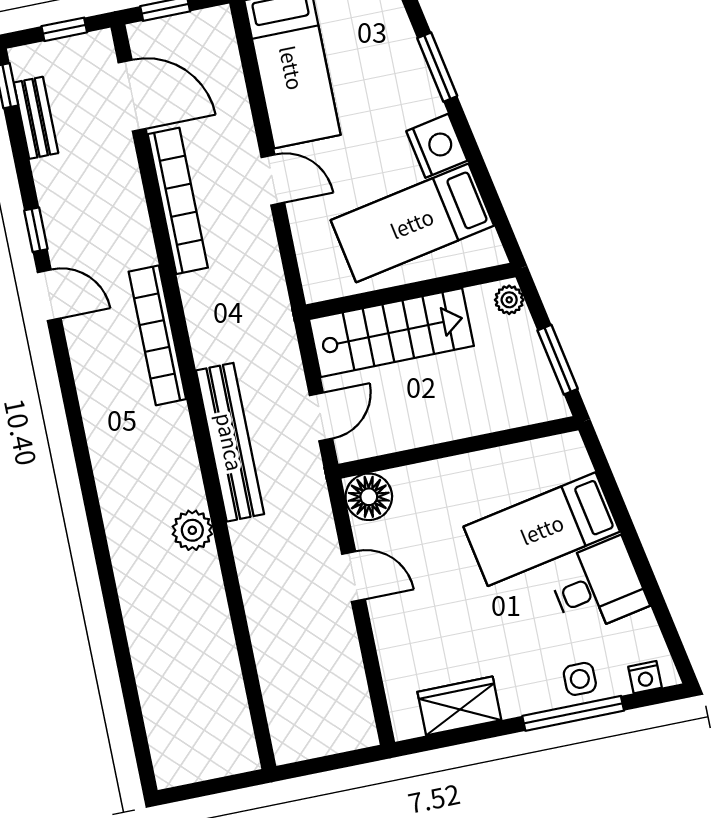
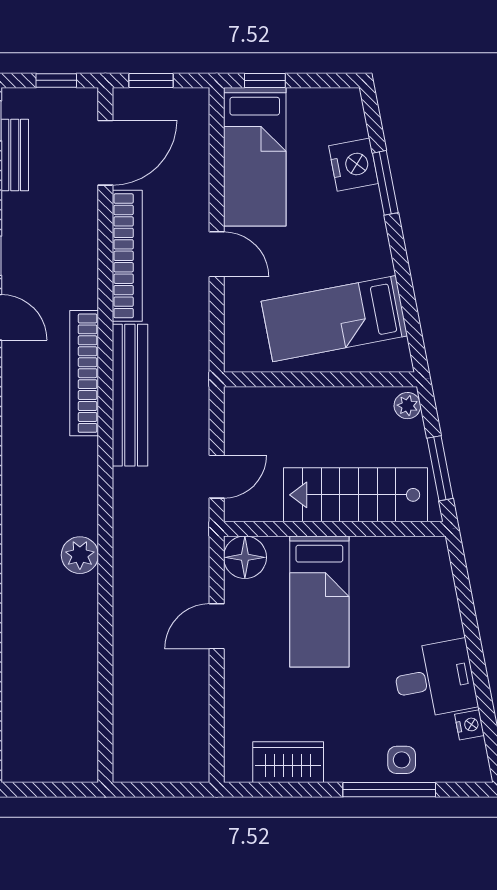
door: (132, 96) -> (105, 153), hinge flipped
nightstand: (437, 146) -> (353, 165), moved
stairs: (391, 333) -> (356, 495), moved, turned 180
bench: (230, 442) -> (130, 395), moved
bed: (542, 529) -> (319, 602), moved, turned -79
door: (354, 577) -> (217, 626), swing flipped
nightstand: (645, 677) -> (469, 725), moved, turned -101

